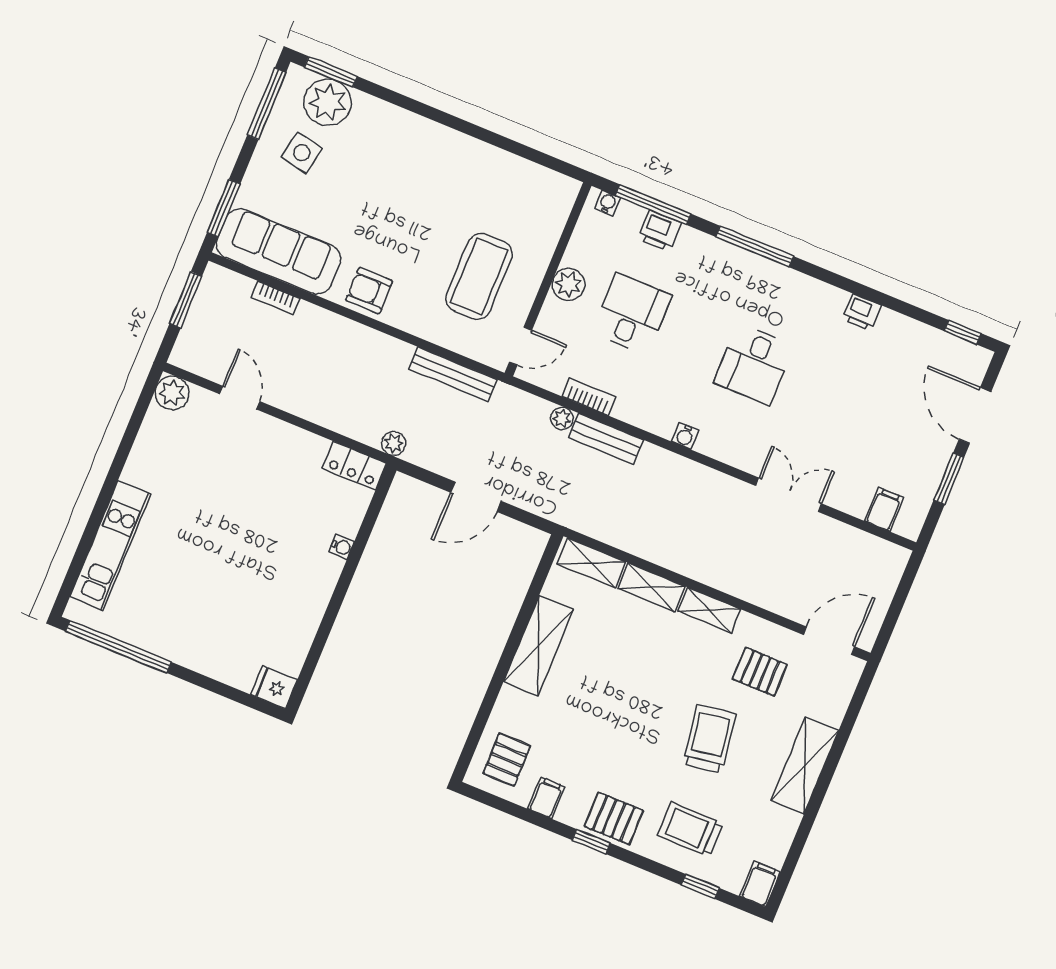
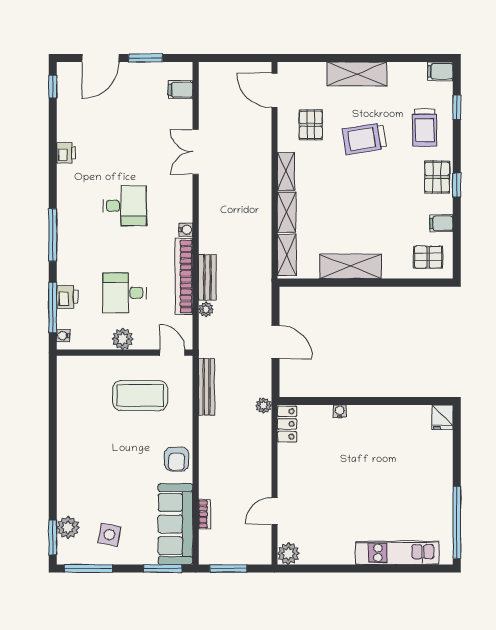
plant: (328, 102) -> (68, 527), width x0.73, depth x0.73
bookcase: (589, 397) -> (184, 276), width x2.31, depth x1.31

